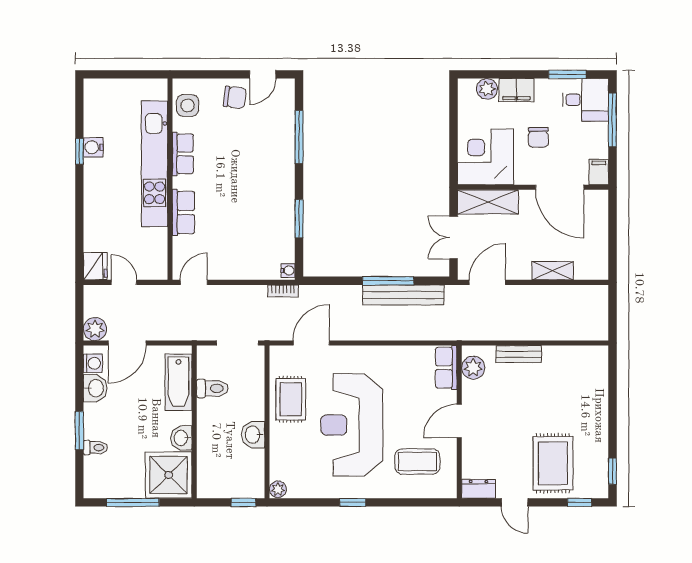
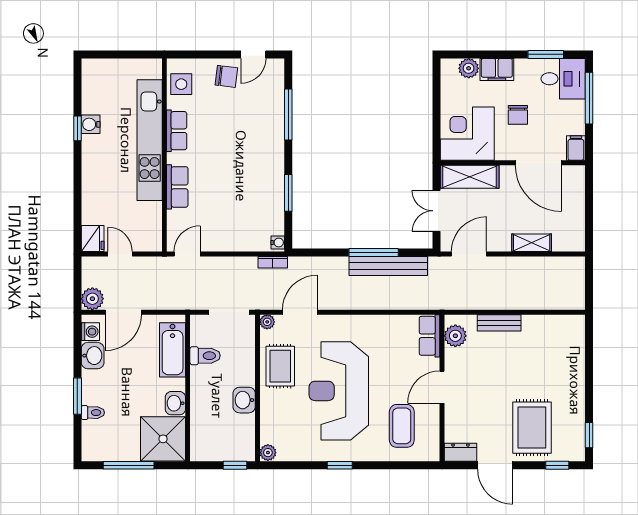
plant: (277, 353) -> (267, 322), added
coffee table: (417, 461) -> (402, 426), turned 90
door: (515, 502) -> (495, 465), width x1.38

